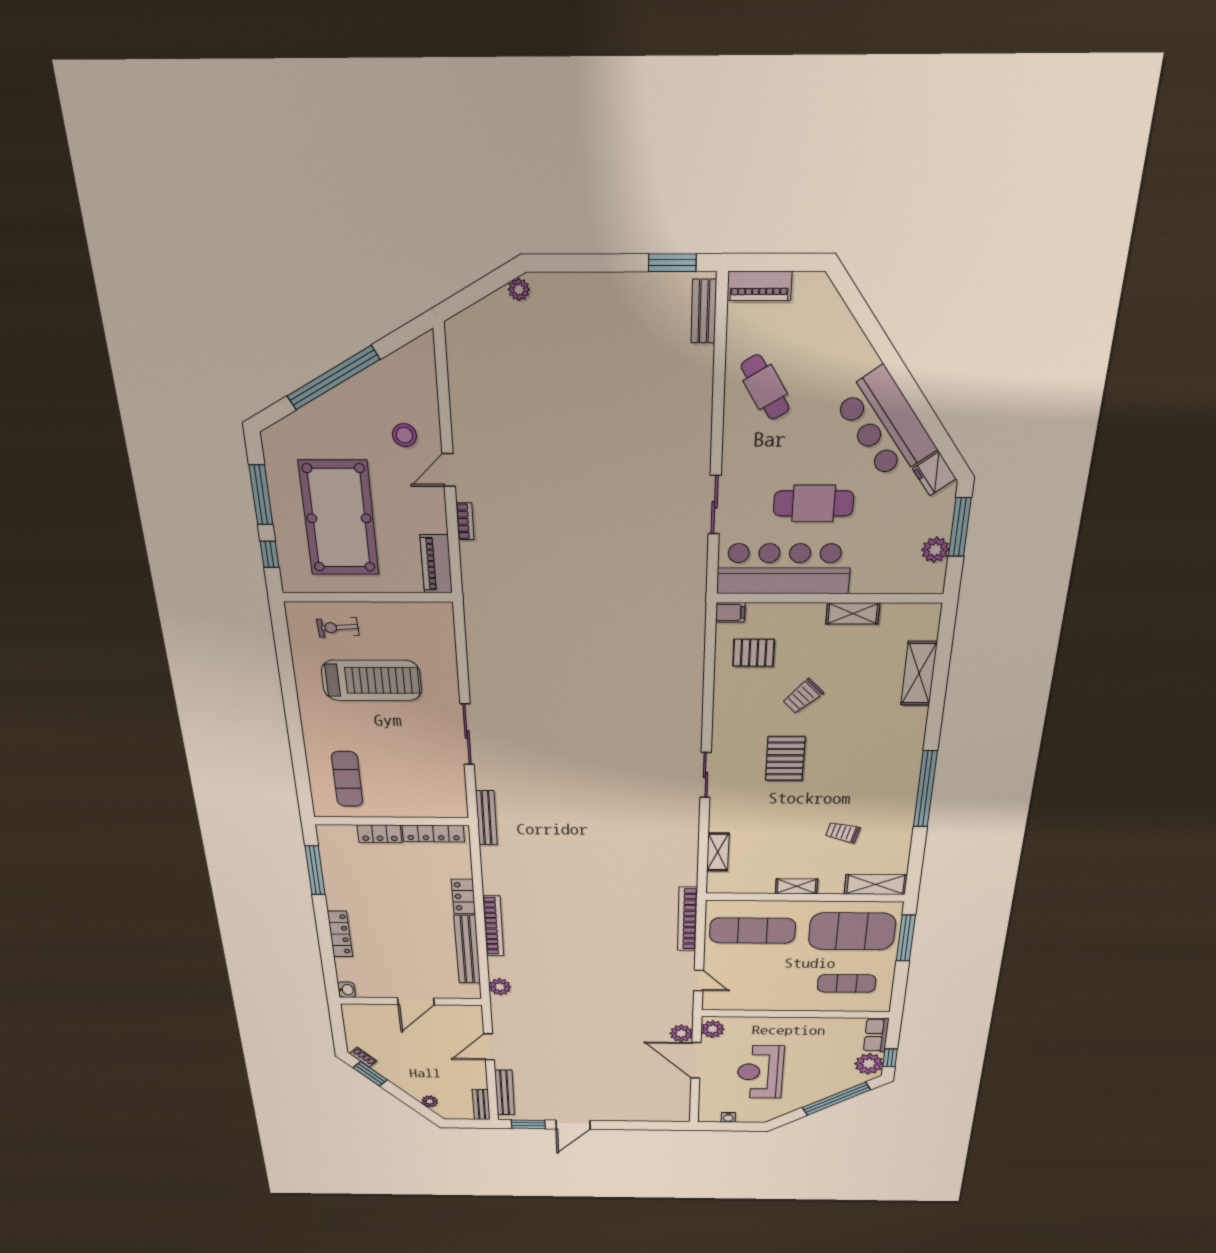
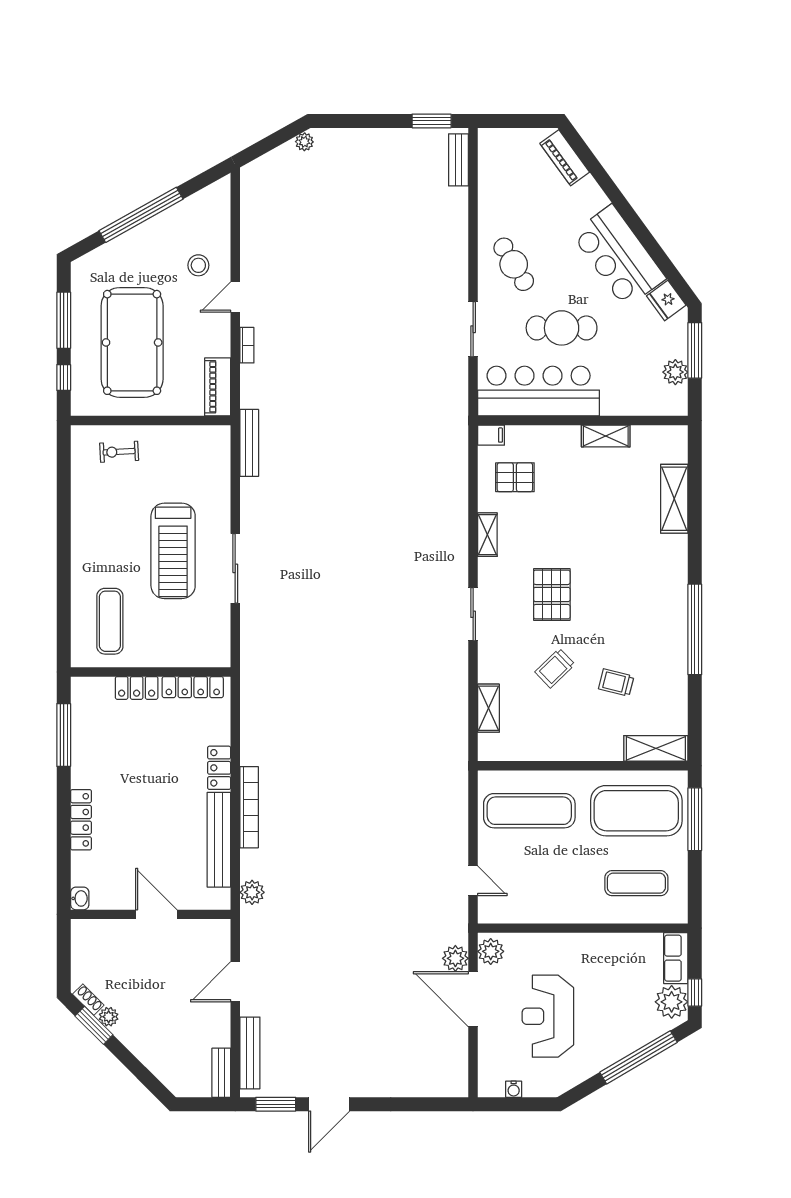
piano: (759, 286) -> (565, 158), moved, turned 54
cafe table: (765, 387) -> (514, 264), moved
treadmill: (371, 680) -> (173, 551), moved, turned 90
trolley: (803, 696) -> (555, 668), moved
bench: (486, 818) -> (249, 443), moved
shelving: (796, 886) -> (487, 535), moved, turned 90
bookcase: (687, 919) -> (459, 796), removed
door: (416, 1001) -> (156, 914), swing flipped
plant: (430, 1101) -> (109, 1017), moved

